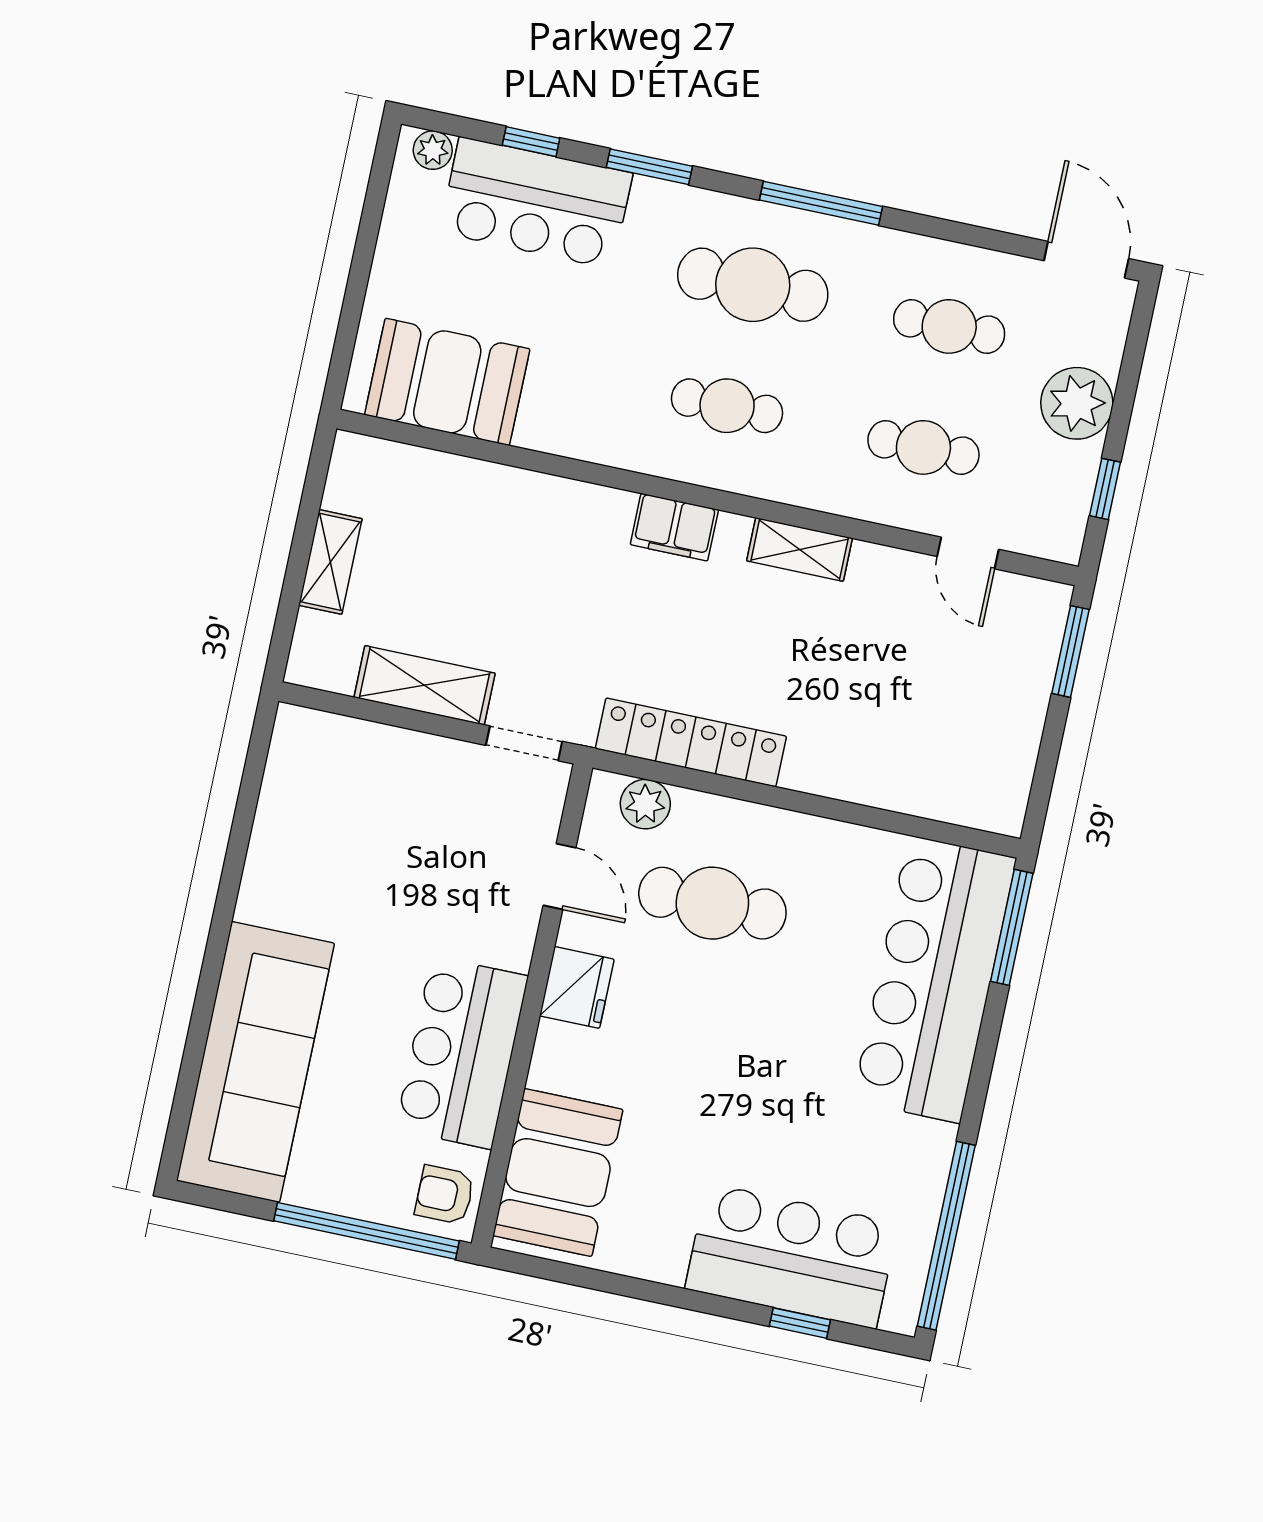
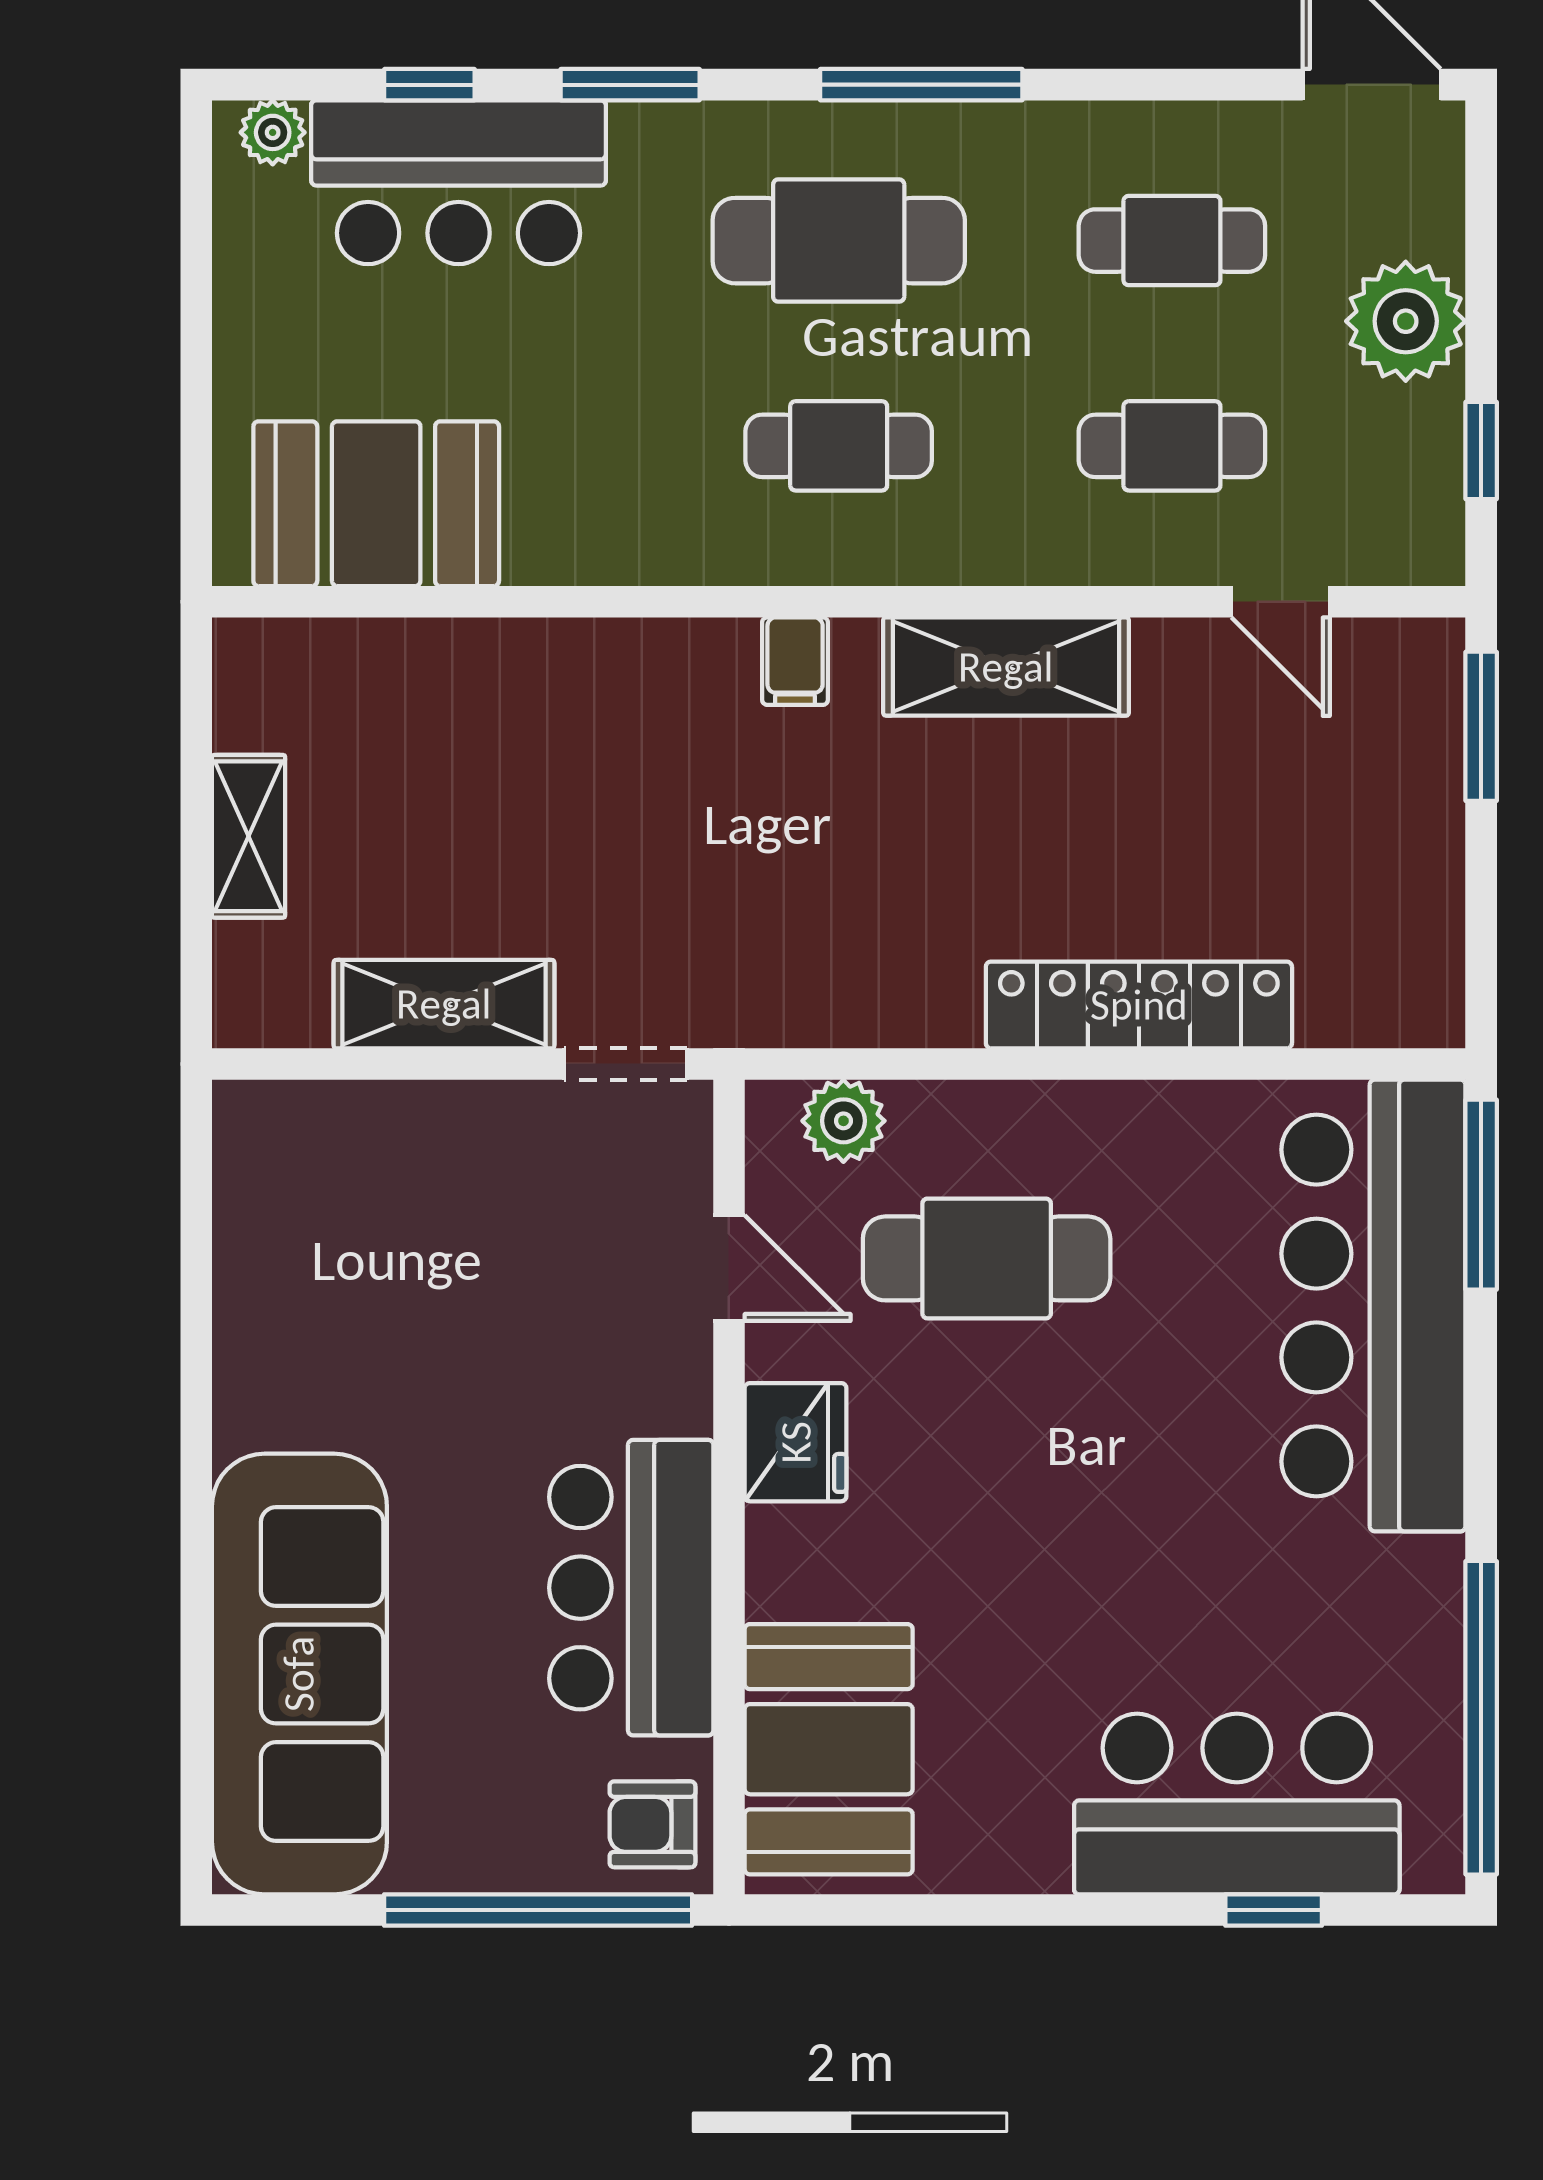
filing cabinet: (674, 527) -> (795, 661), width x0.50
shelving: (800, 549) -> (1006, 667), width x1.50, depth x1.33
locker: (691, 742) -> (1139, 1005), moved

